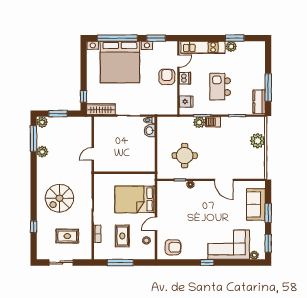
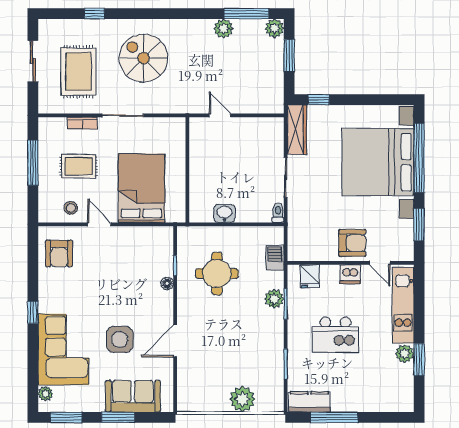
kitchen island: (220, 87) -> (335, 335), turned 180
barbecue: (213, 122) -> (275, 258), moved
washbasin: (150, 131) -> (224, 213), moved
side table: (223, 212) -> (120, 339), added
rug: (67, 236) -> (78, 72), width x1.36, depth x1.43

